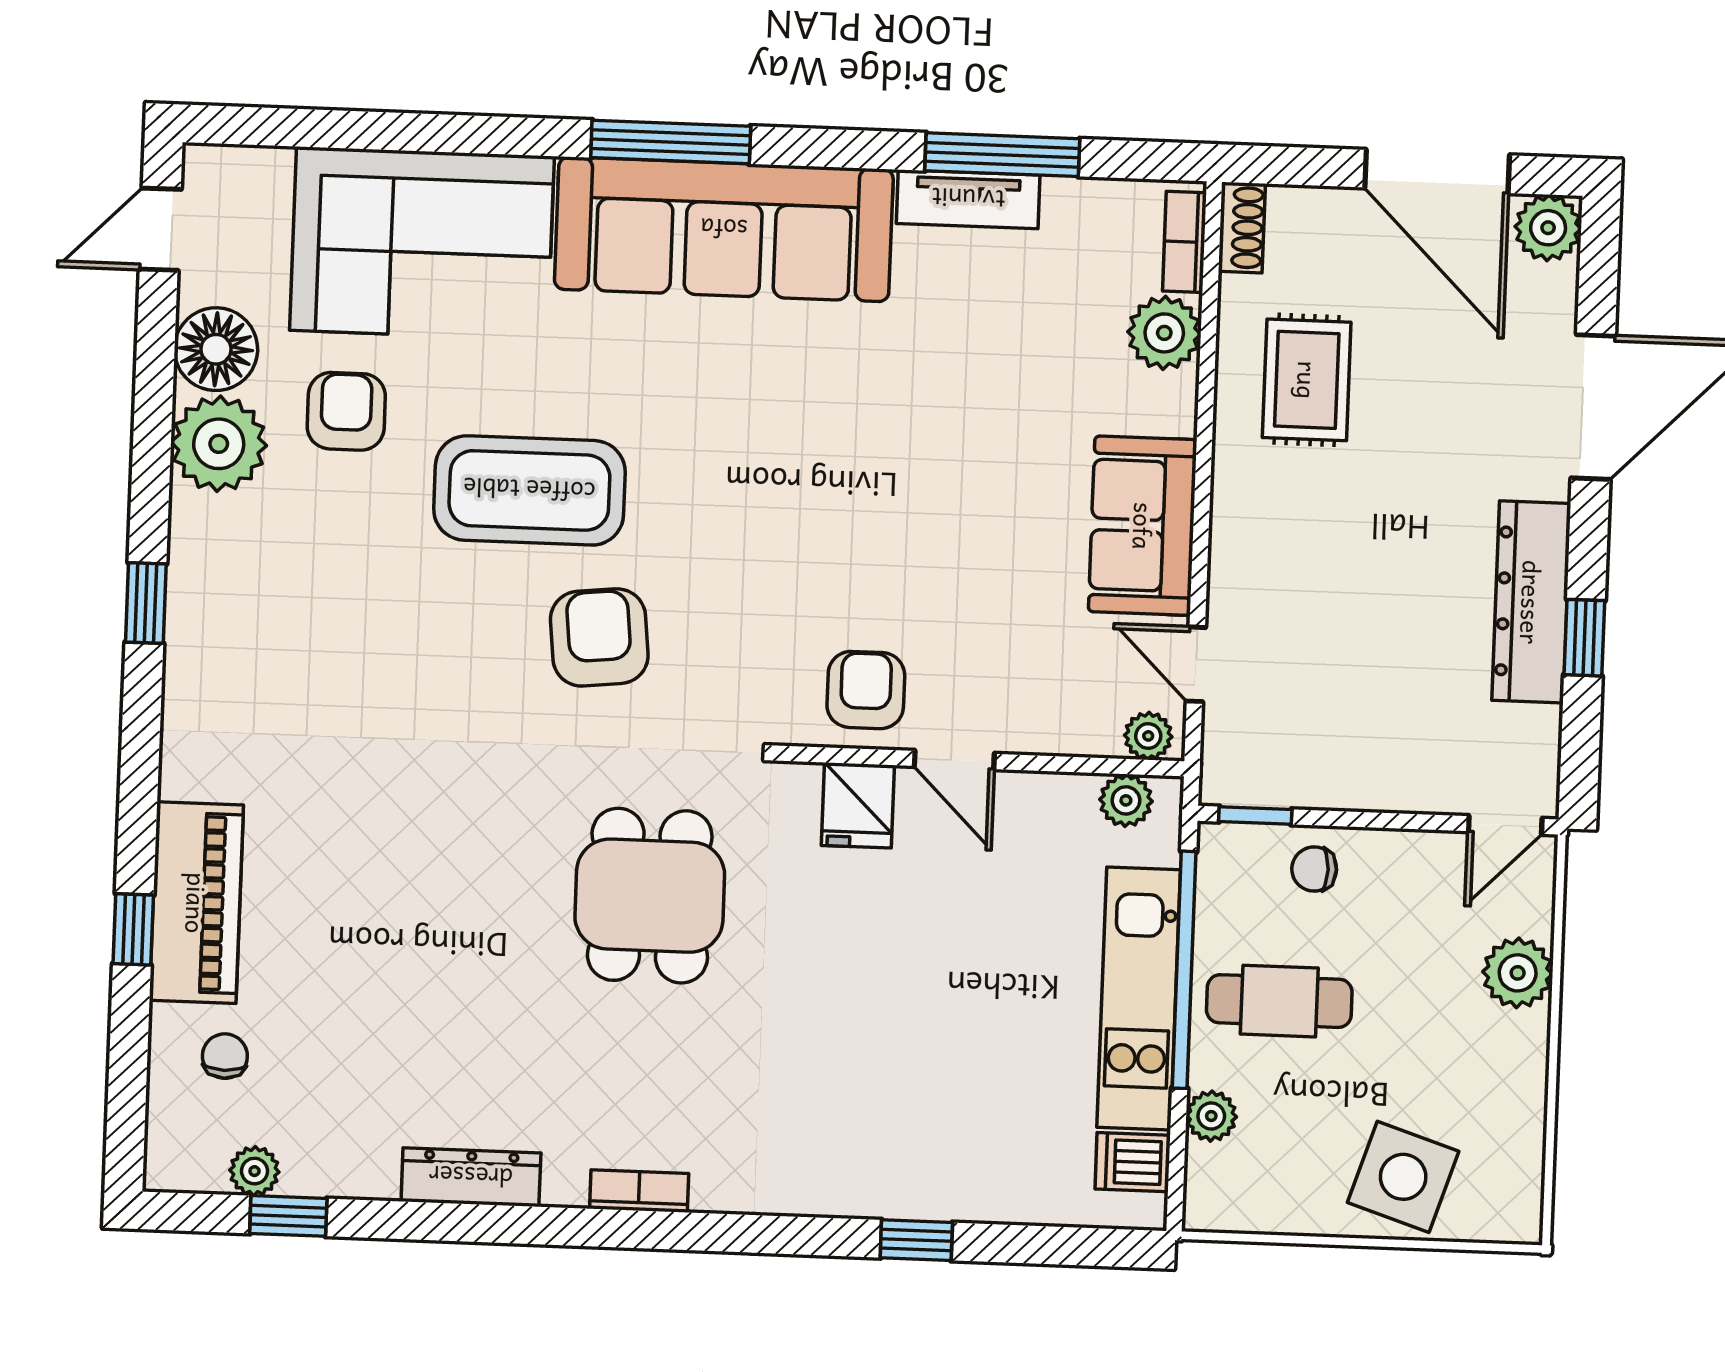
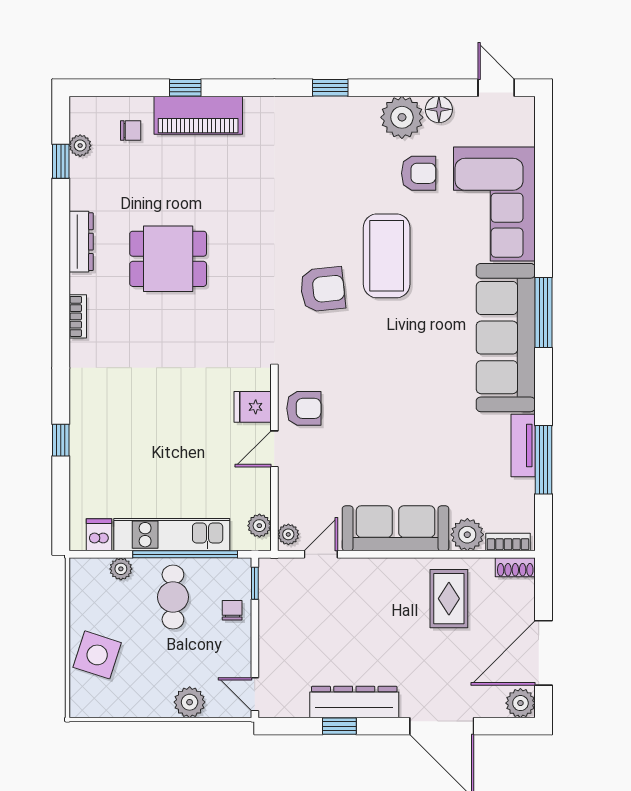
floor lamp: (216, 349) -> (439, 109), width x0.73, depth x0.73
rug: (1307, 380) -> (449, 599), turned 90
sofa: (1143, 526) -> (396, 528), width x1.36
dining table: (650, 896) -> (168, 259), moved

